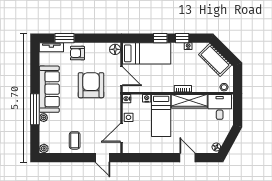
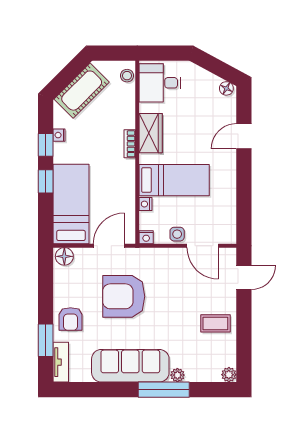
wardrobe: (189, 101) -> (151, 133), width x0.67

